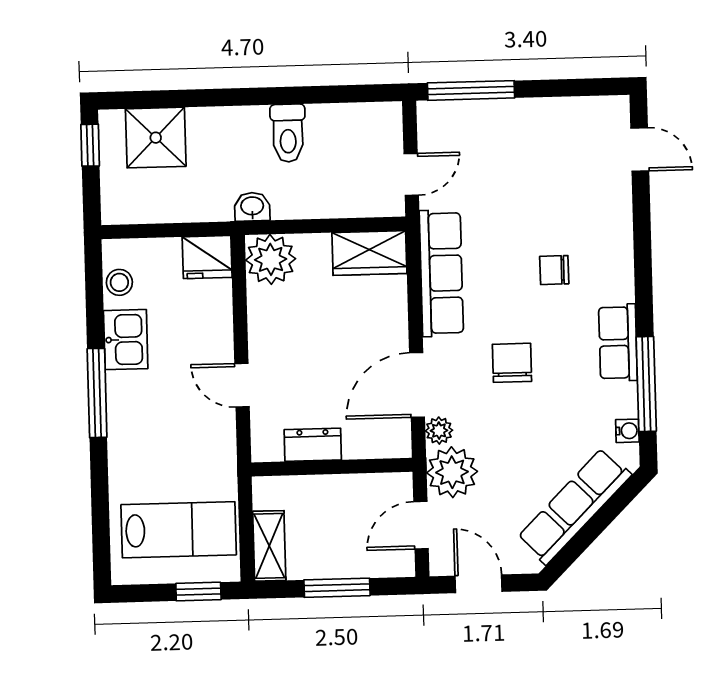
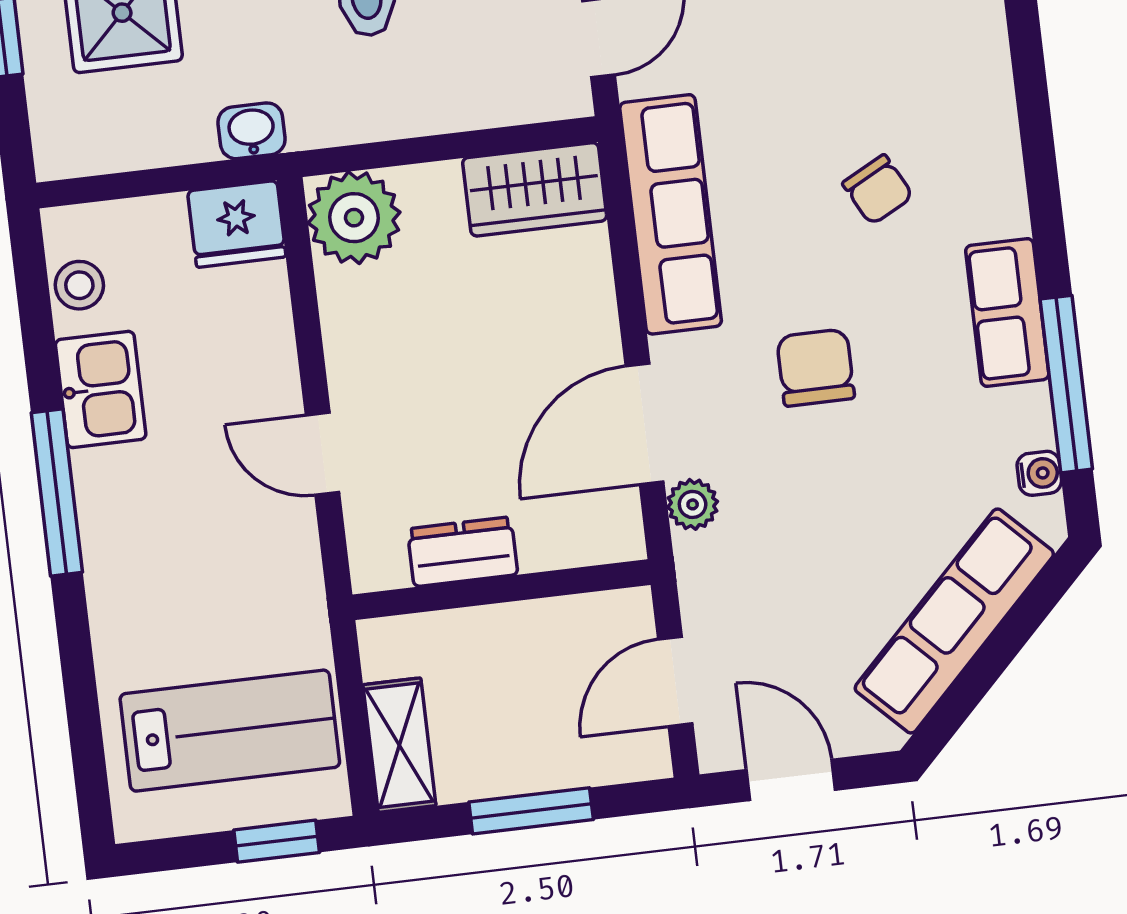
washbasin: (252, 207) -> (252, 131), moved
chair: (554, 270) -> (878, 190), turned -118
plant: (452, 472) -> (724, 579), removed

